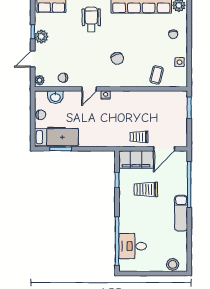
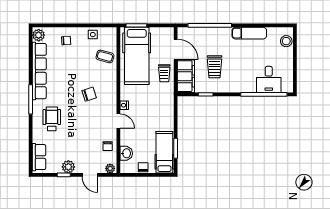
wheelchair: (91, 19) -> (52, 119), turned 90
hospital bed: (157, 108) -> (137, 56), added
exam couch: (181, 213) -> (249, 33), moved

